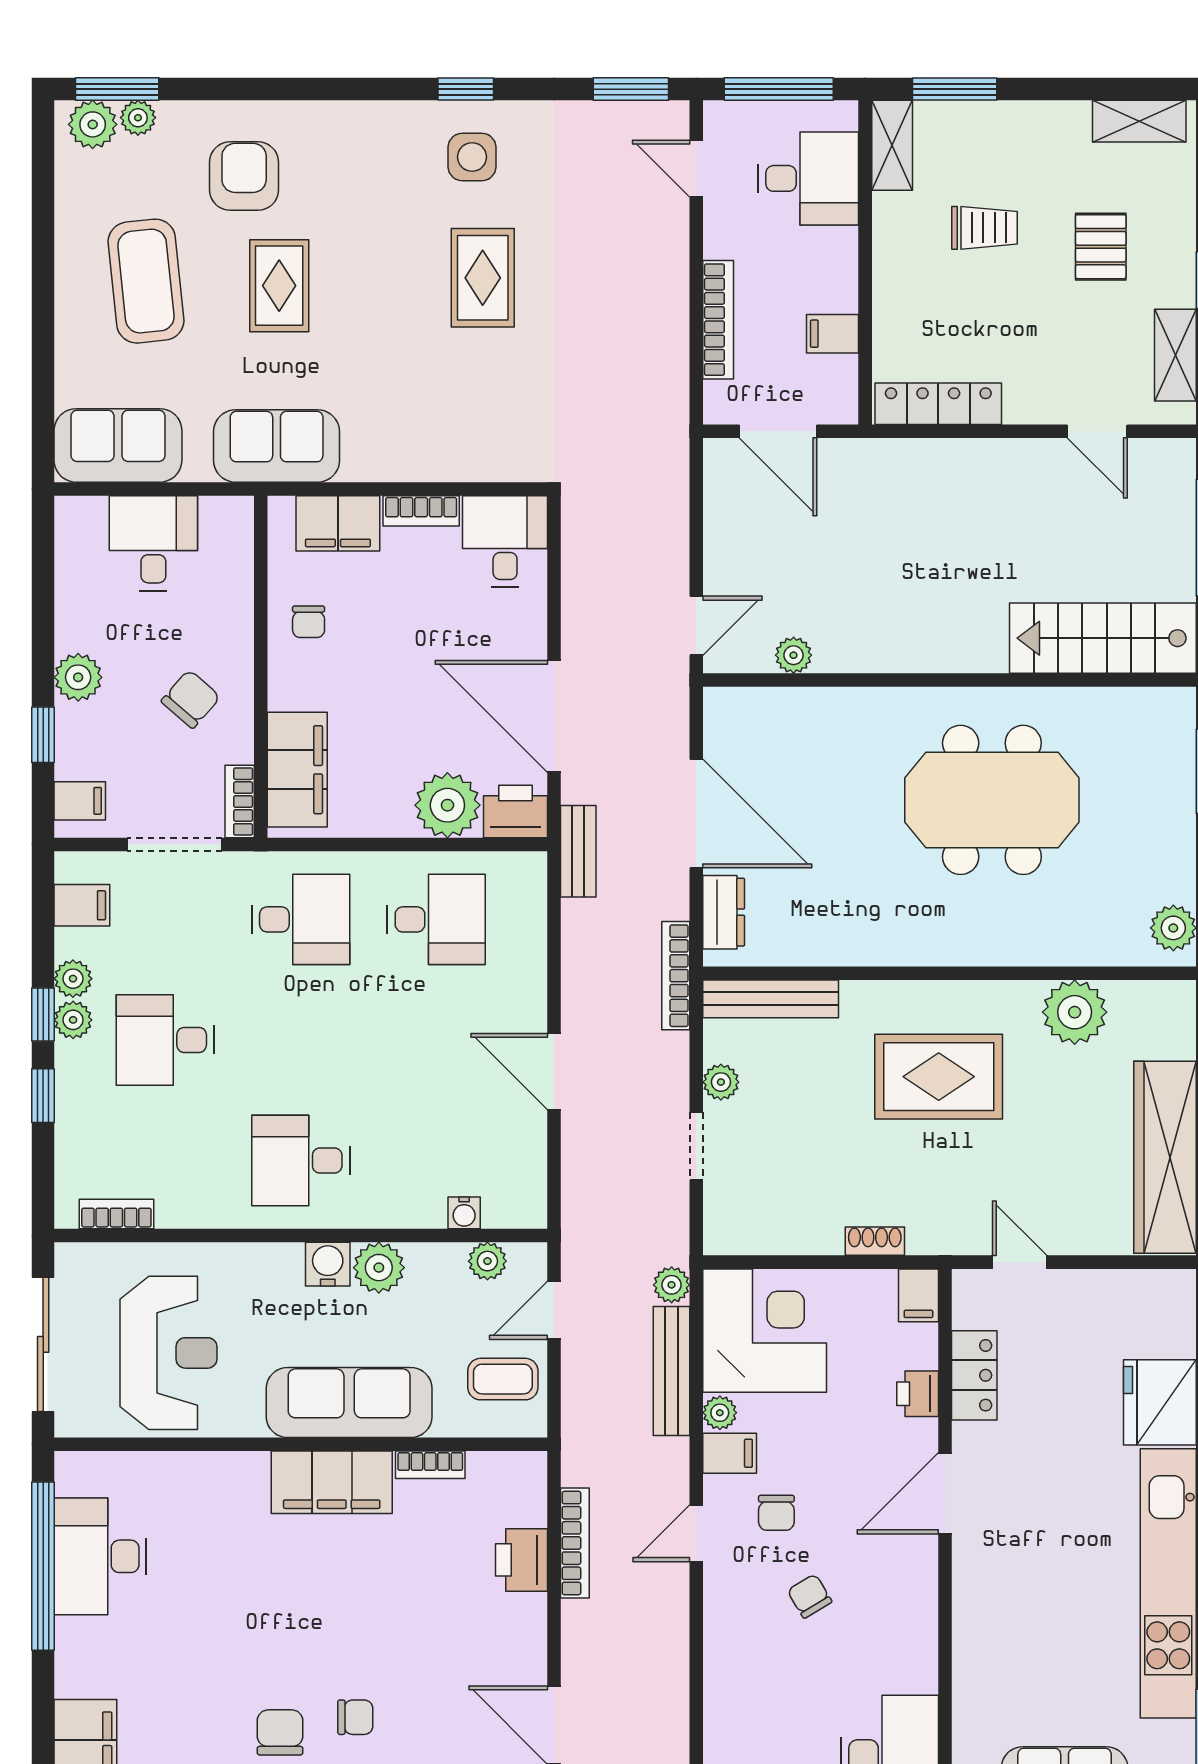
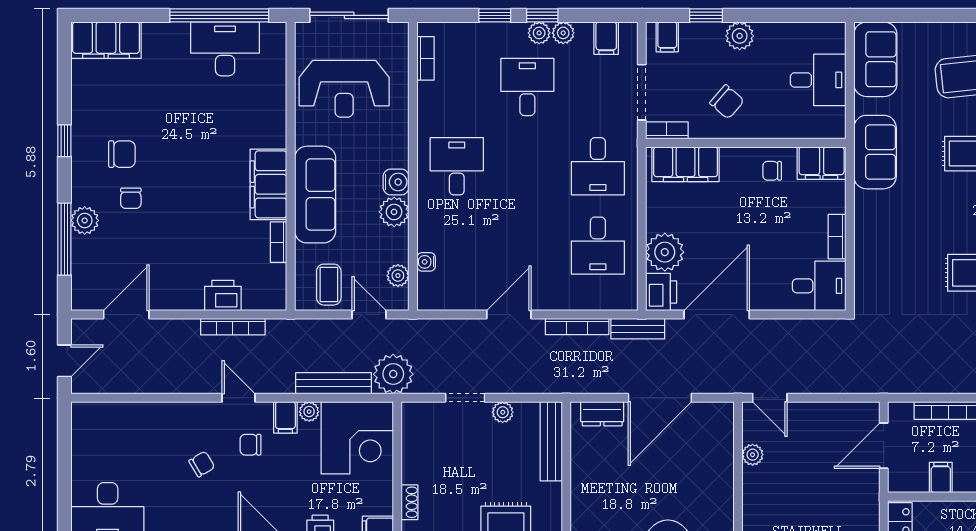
filing cabinet: (338, 523) -> (822, 163), moved, turned -90
bookcase: (676, 976) -> (577, 327), moved, turned 180
plant: (672, 1285) -> (393, 374), width x1.88, depth x1.88

